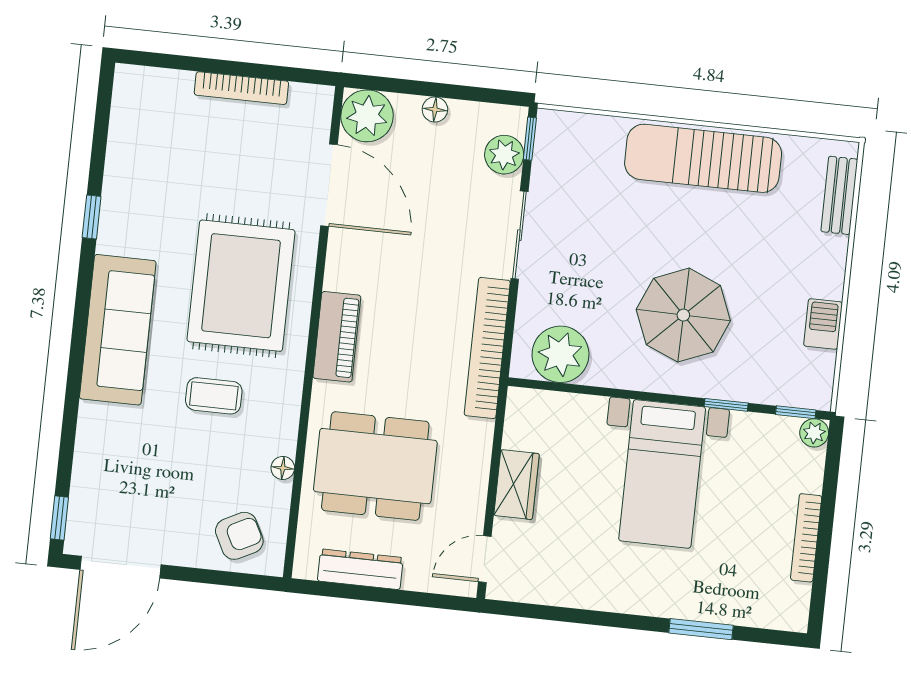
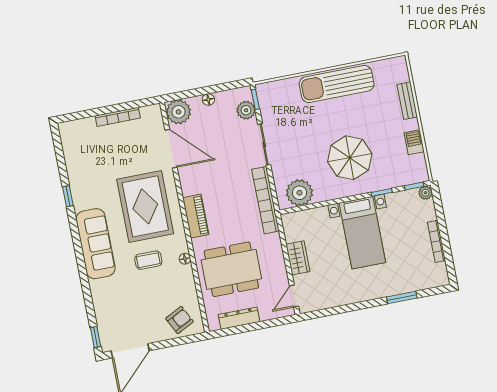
bench: (839, 195) -> (407, 101), moved
floor lamp: (283, 468) -> (185, 259), moved

